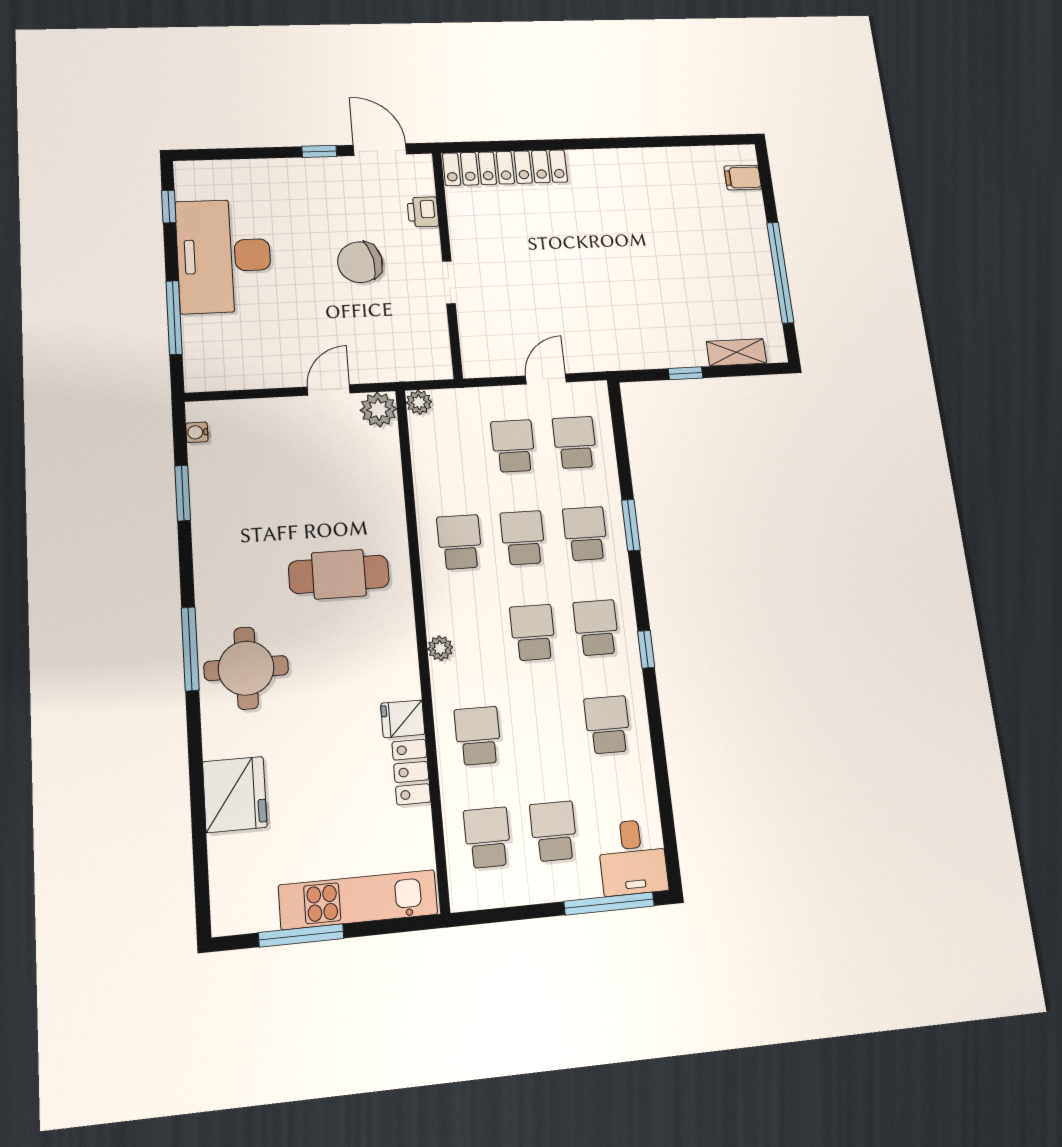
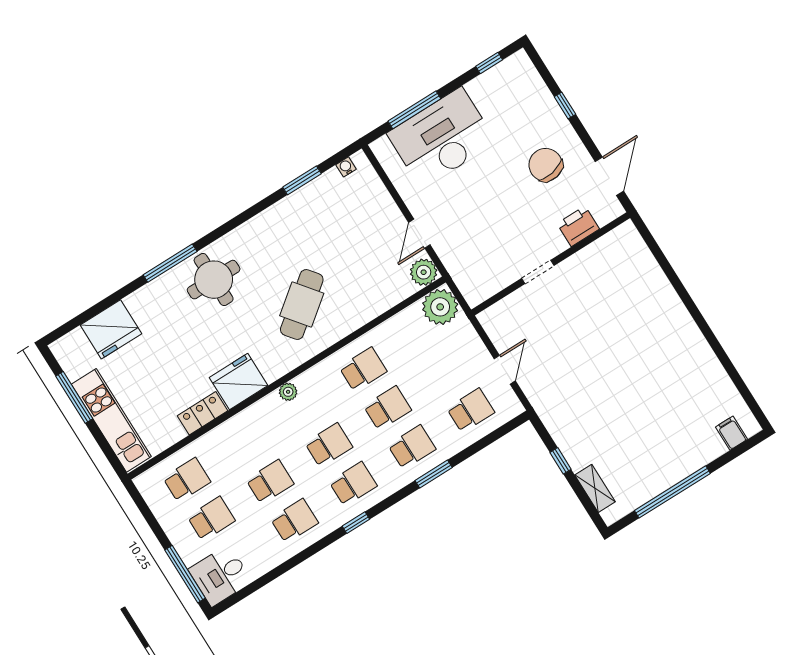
window: (319, 151) -> (565, 105), moved
locker: (505, 168) -> (644, 266), removed
printer: (423, 212) -> (578, 226), width x1.36, depth x1.24
desk: (224, 256) -> (442, 138), moved
chair: (360, 262) -> (546, 165), moved
door: (546, 379) -> (505, 370), hinge flipped
door: (329, 390) -> (419, 234), swing flipped
plant: (419, 402) -> (440, 307), width x1.88, depth x1.88
school desk: (513, 446) -> (446, 371), removed
cafe table: (339, 574) -> (302, 304), turned 52
window: (190, 649) -> (170, 263), moved
fridge: (403, 719) -> (239, 382), width x1.88, depth x1.34
school desk: (478, 736) -> (270, 482), moved
fridge: (235, 794) -> (111, 329), moved

